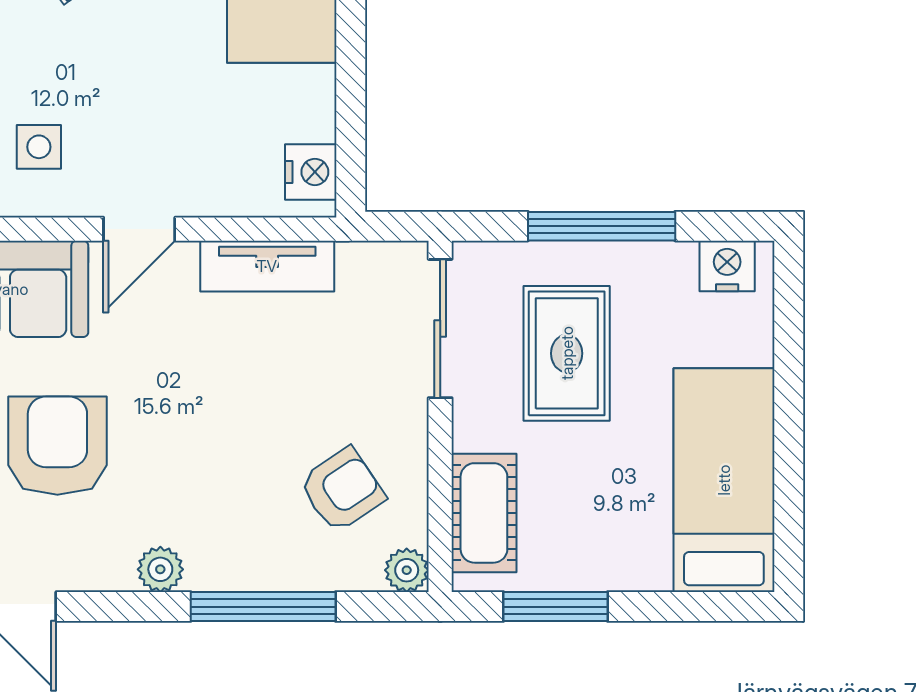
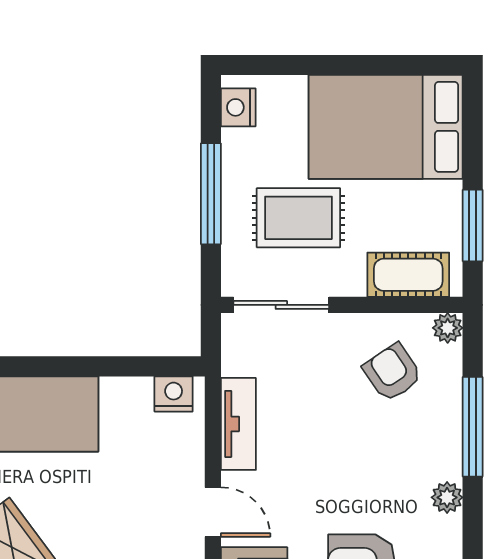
bed: (724, 480) -> (386, 127), width x1.50

